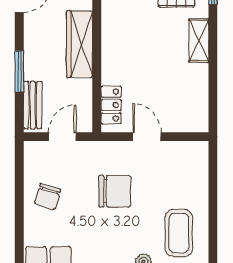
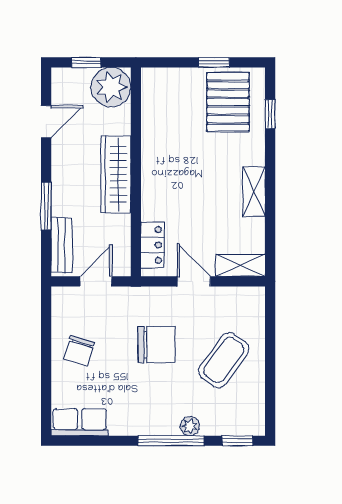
shelving: (199, 41) -> (254, 192), moved
shelving: (187, 123) -> (241, 265), added
coffee table: (179, 233) -> (224, 360), moved, turned 36

